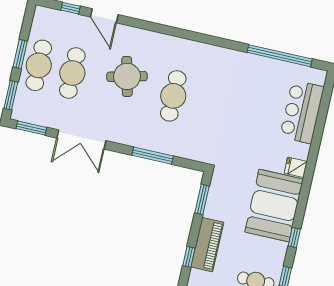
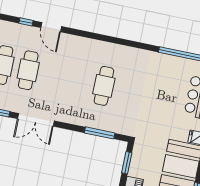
round table: (127, 76) -> (69, 72), removed
window: (153, 156) -> (100, 133), moved

